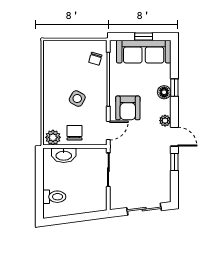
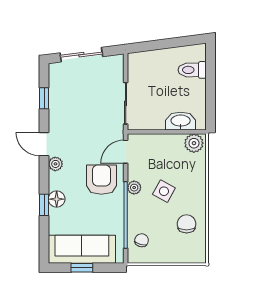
plant: (101, 101) -> (134, 188), added
chair: (74, 133) -> (187, 224), moved, turned 180
window: (174, 162) -> (44, 98), moved

